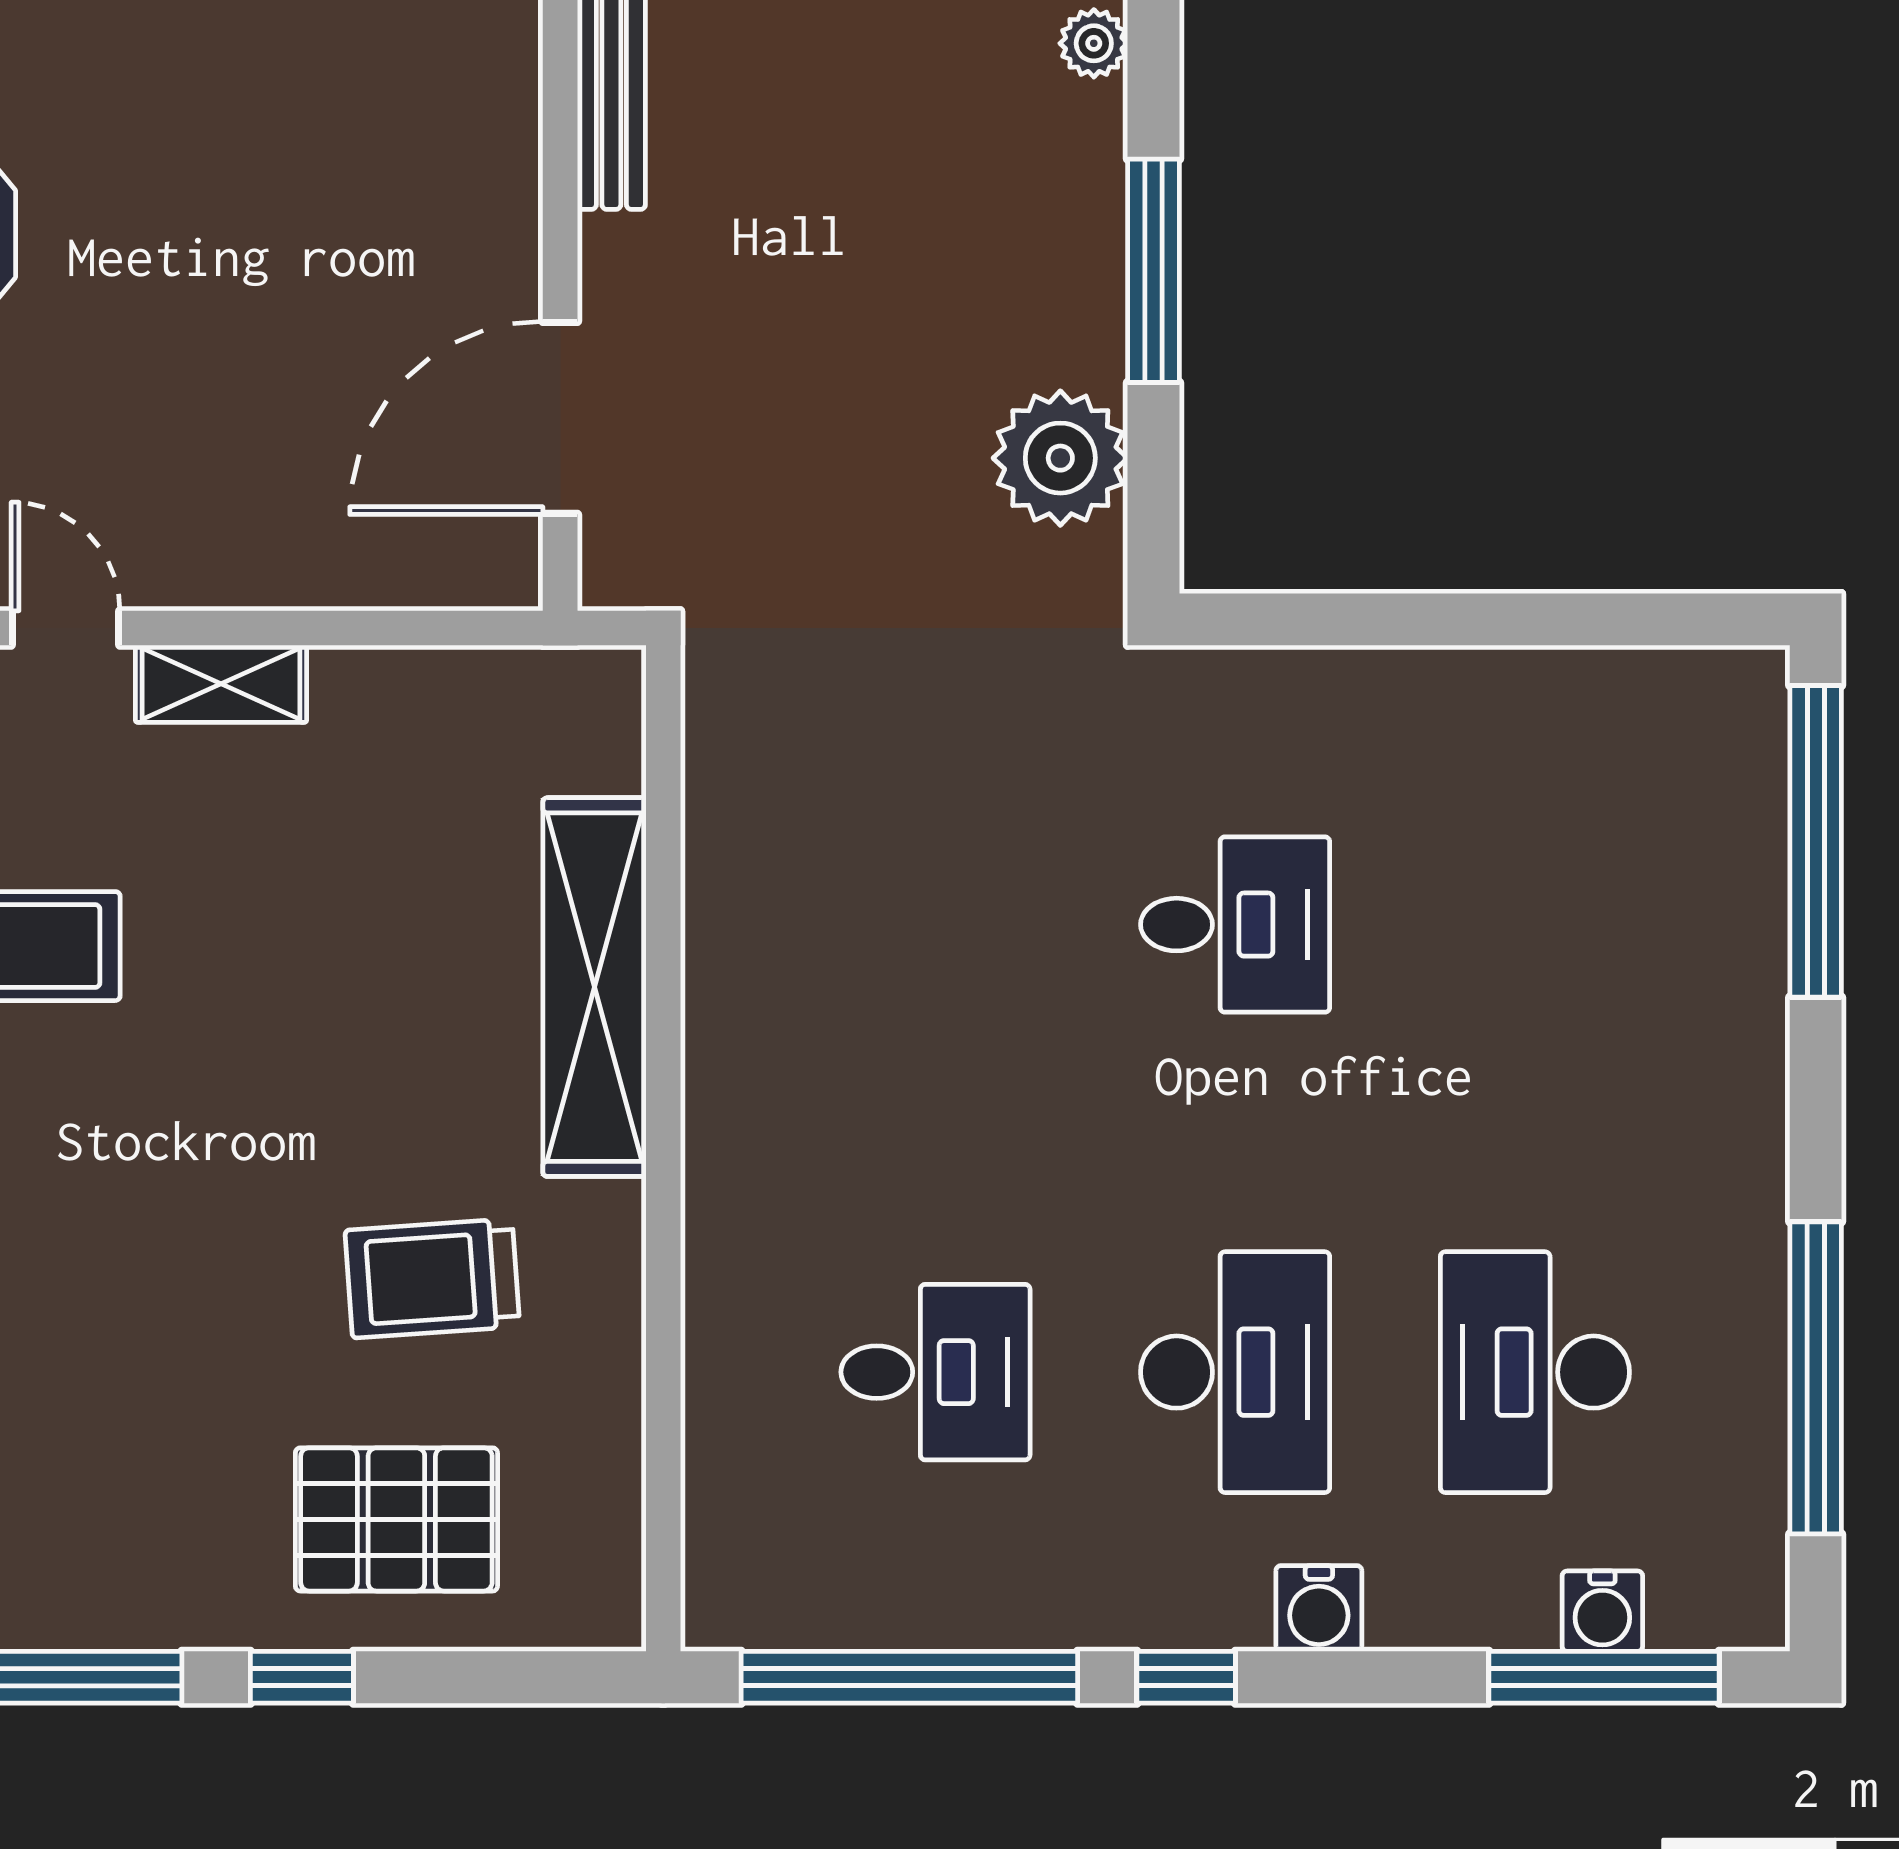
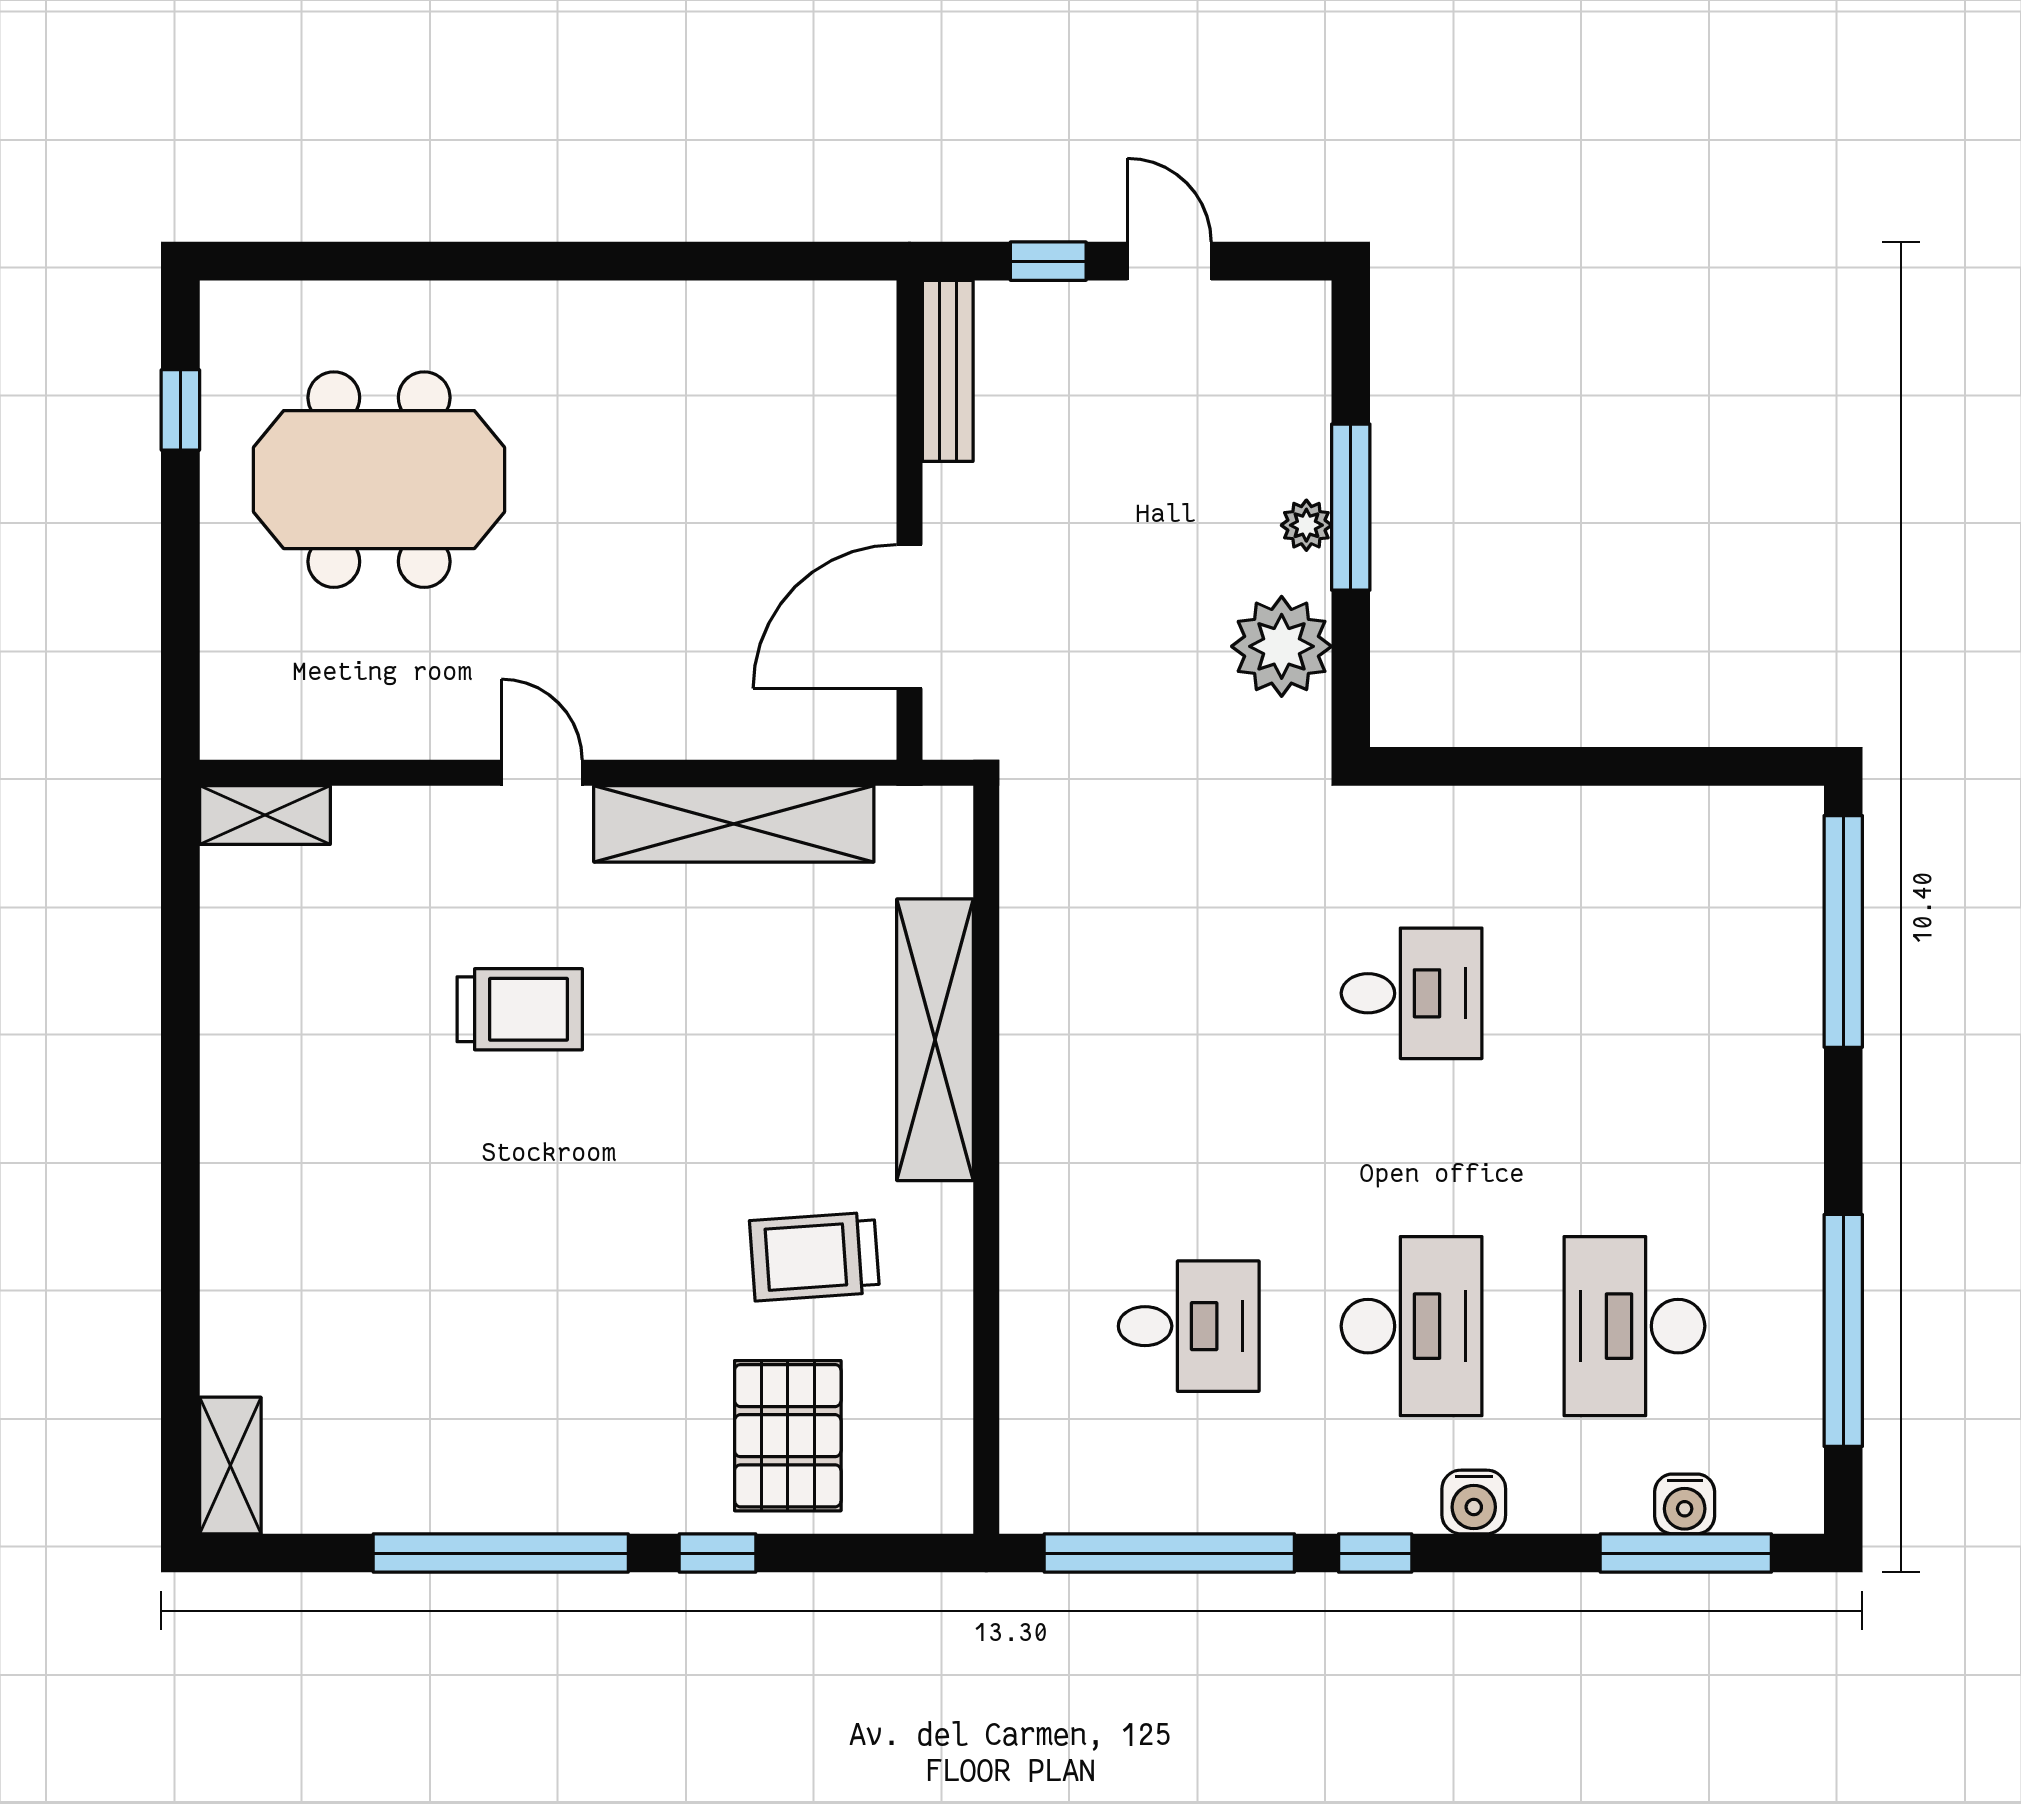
plant: (1094, 43) -> (1306, 525), moved
shelving: (221, 684) -> (734, 824), width x2.20, depth x1.33
pallet: (396, 1519) -> (788, 1436), turned 90

